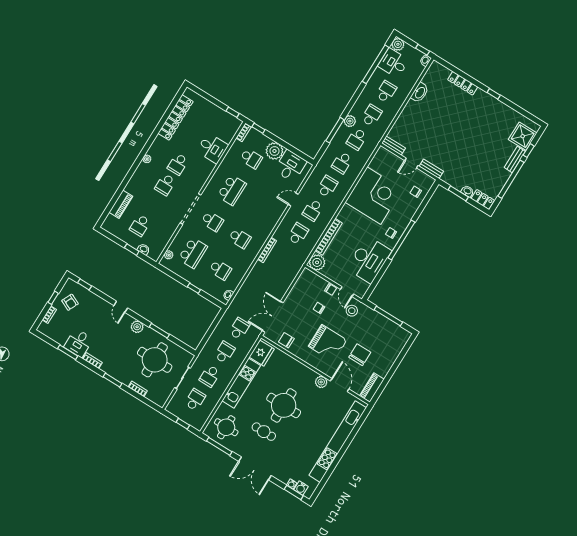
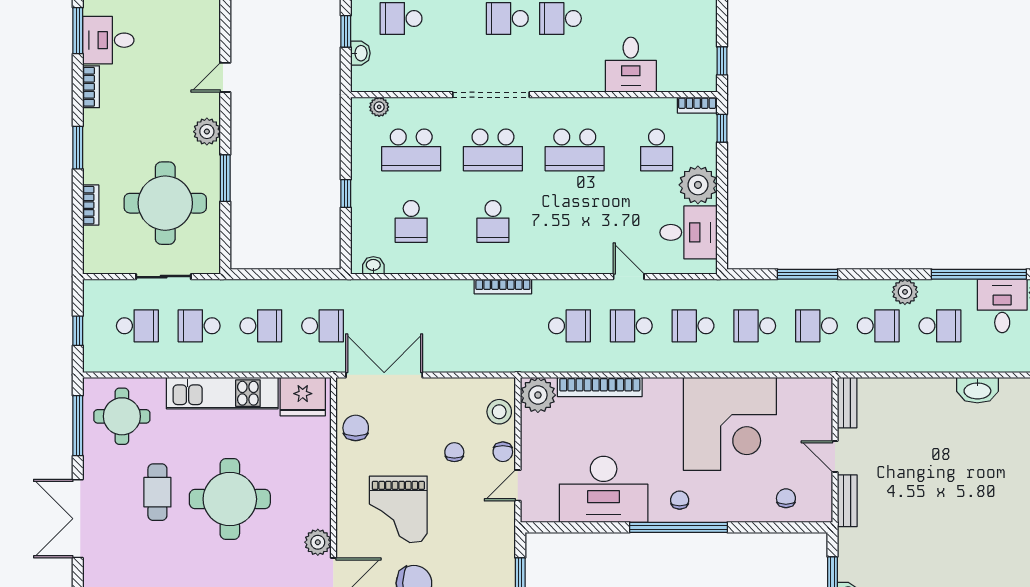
plant: (350, 121) -> (905, 292), moved
school desk: (327, 186) -> (693, 326), turned 180
school desk: (212, 221) -> (493, 150), width x1.85
stool: (352, 311) -> (499, 412), moved

